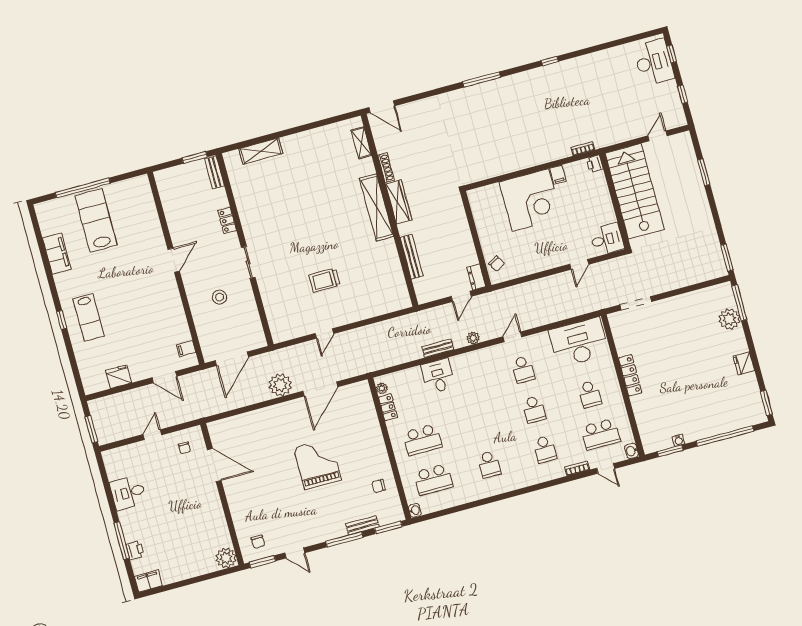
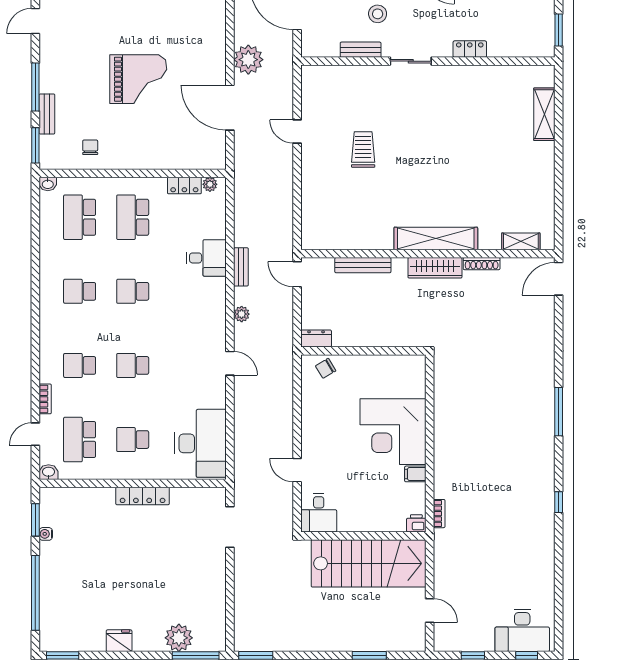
bench: (215, 172) -> (361, 50), moved
door: (461, 296) -> (297, 274), moved
school desk: (523, 370) -> (133, 291), moved

